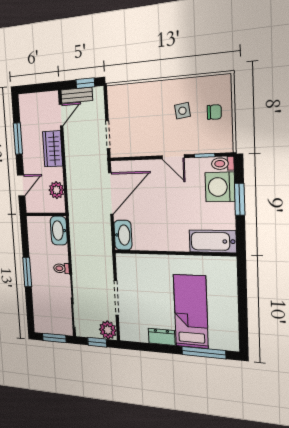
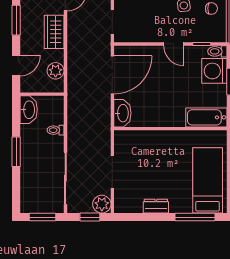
washbasin: (59, 231) -> (29, 110), moved, turned 180
toilet: (61, 268) -> (56, 130), moved
bed: (191, 311) -> (208, 180), moved

